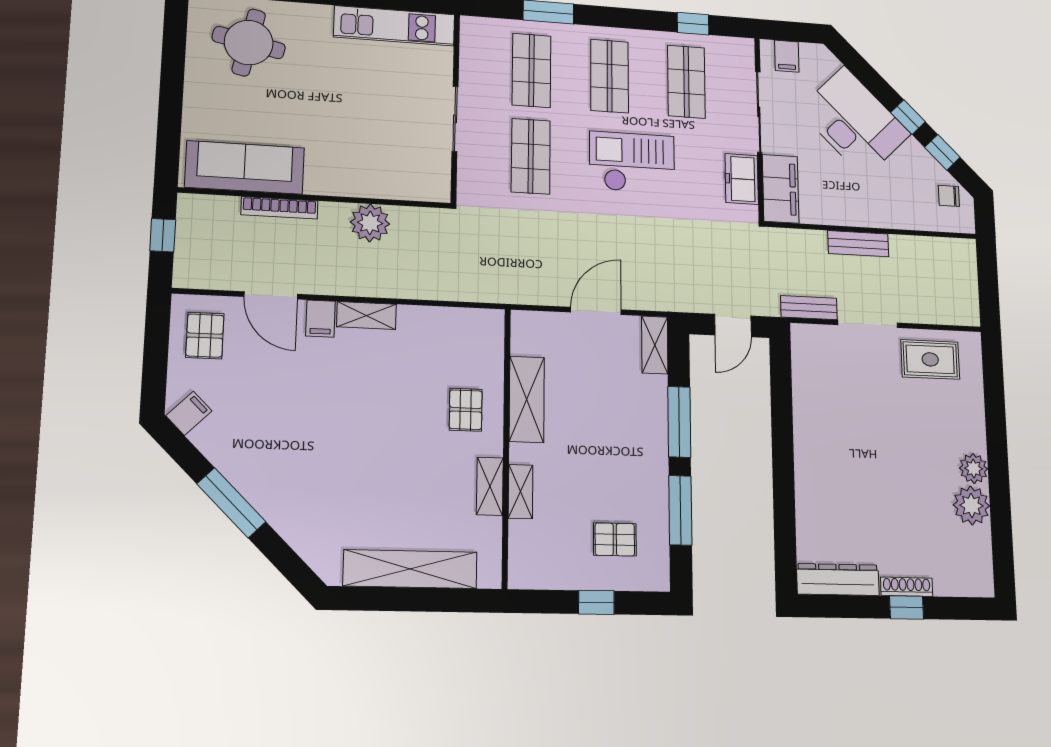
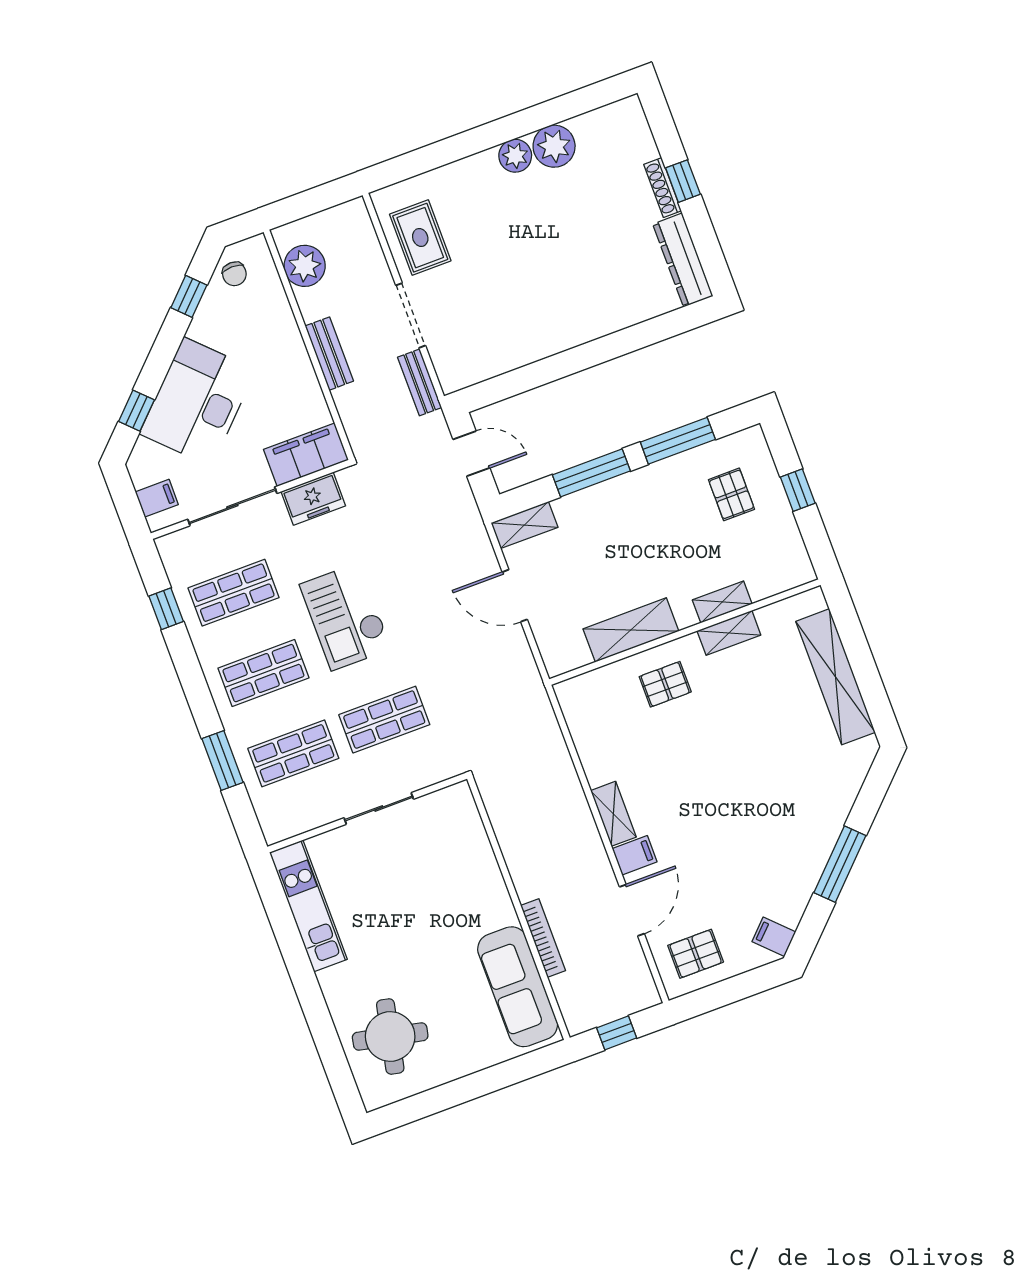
window: (908, 117) -> (136, 411), moved
plant: (370, 223) -> (305, 266), moved

